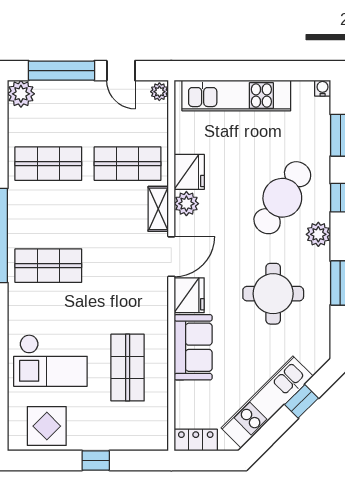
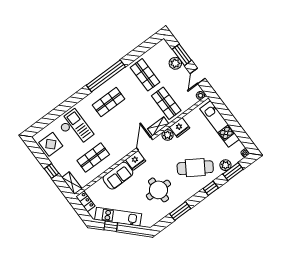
window: (62, 71) -> (182, 55), width x0.69
plant: (21, 94) -> (175, 63), moved
plant: (318, 234) -> (225, 165), moved
door: (171, 257) -> (145, 144), swing flipped
shop shelf: (48, 266) -> (109, 102), turned 90
checkout: (50, 360) -> (75, 128), turned 180
window: (301, 401) -> (111, 226), moved
shelving: (145, 440) -> (72, 183), added

